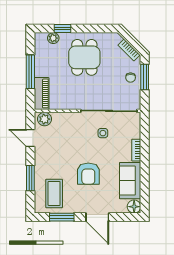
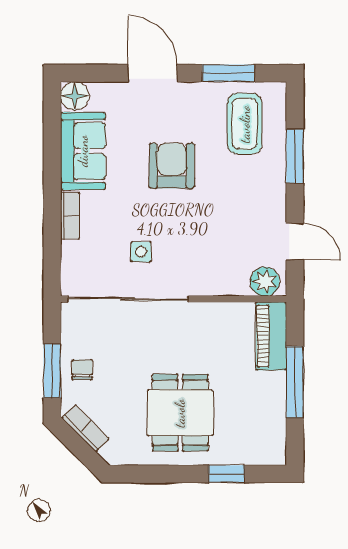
plant: (53, 38) -> (246, 454), removed

